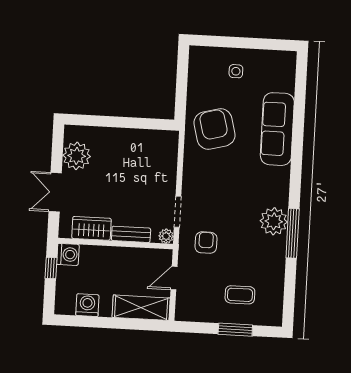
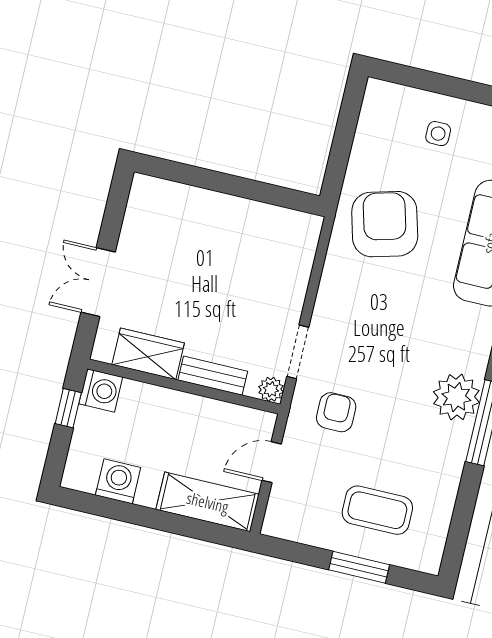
plant: (77, 156) -> (145, 228), removed
coffee table: (240, 295) -> (377, 510), width x1.36, depth x1.30

